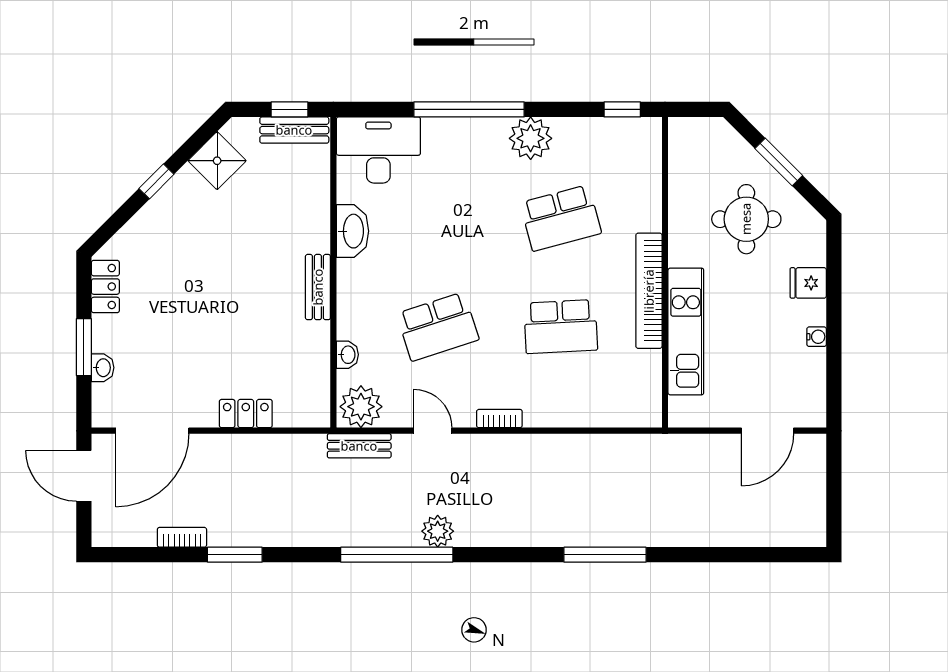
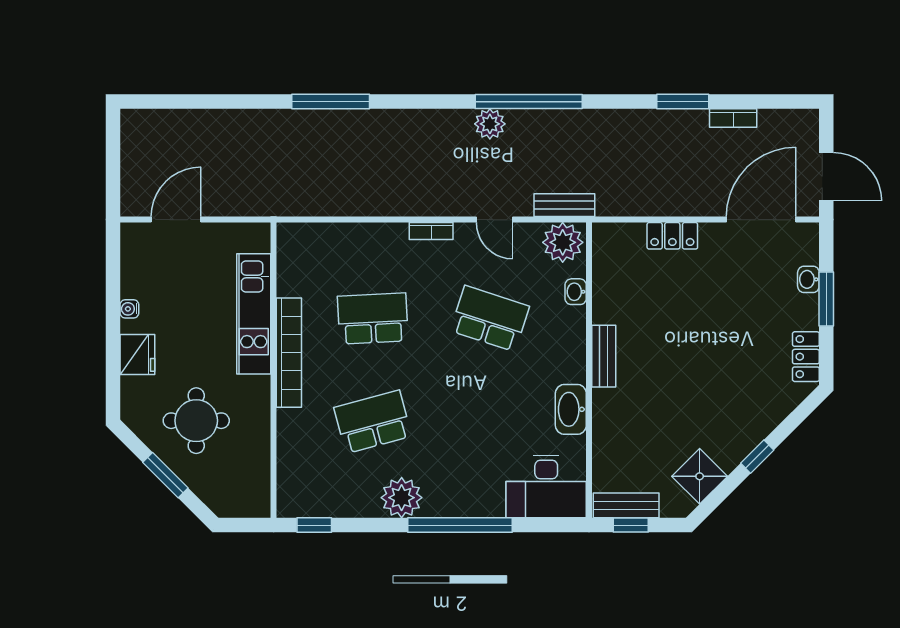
fridge: (808, 283) -> (137, 354), width x1.38
school desk: (438, 327) -> (490, 319), turned 36

